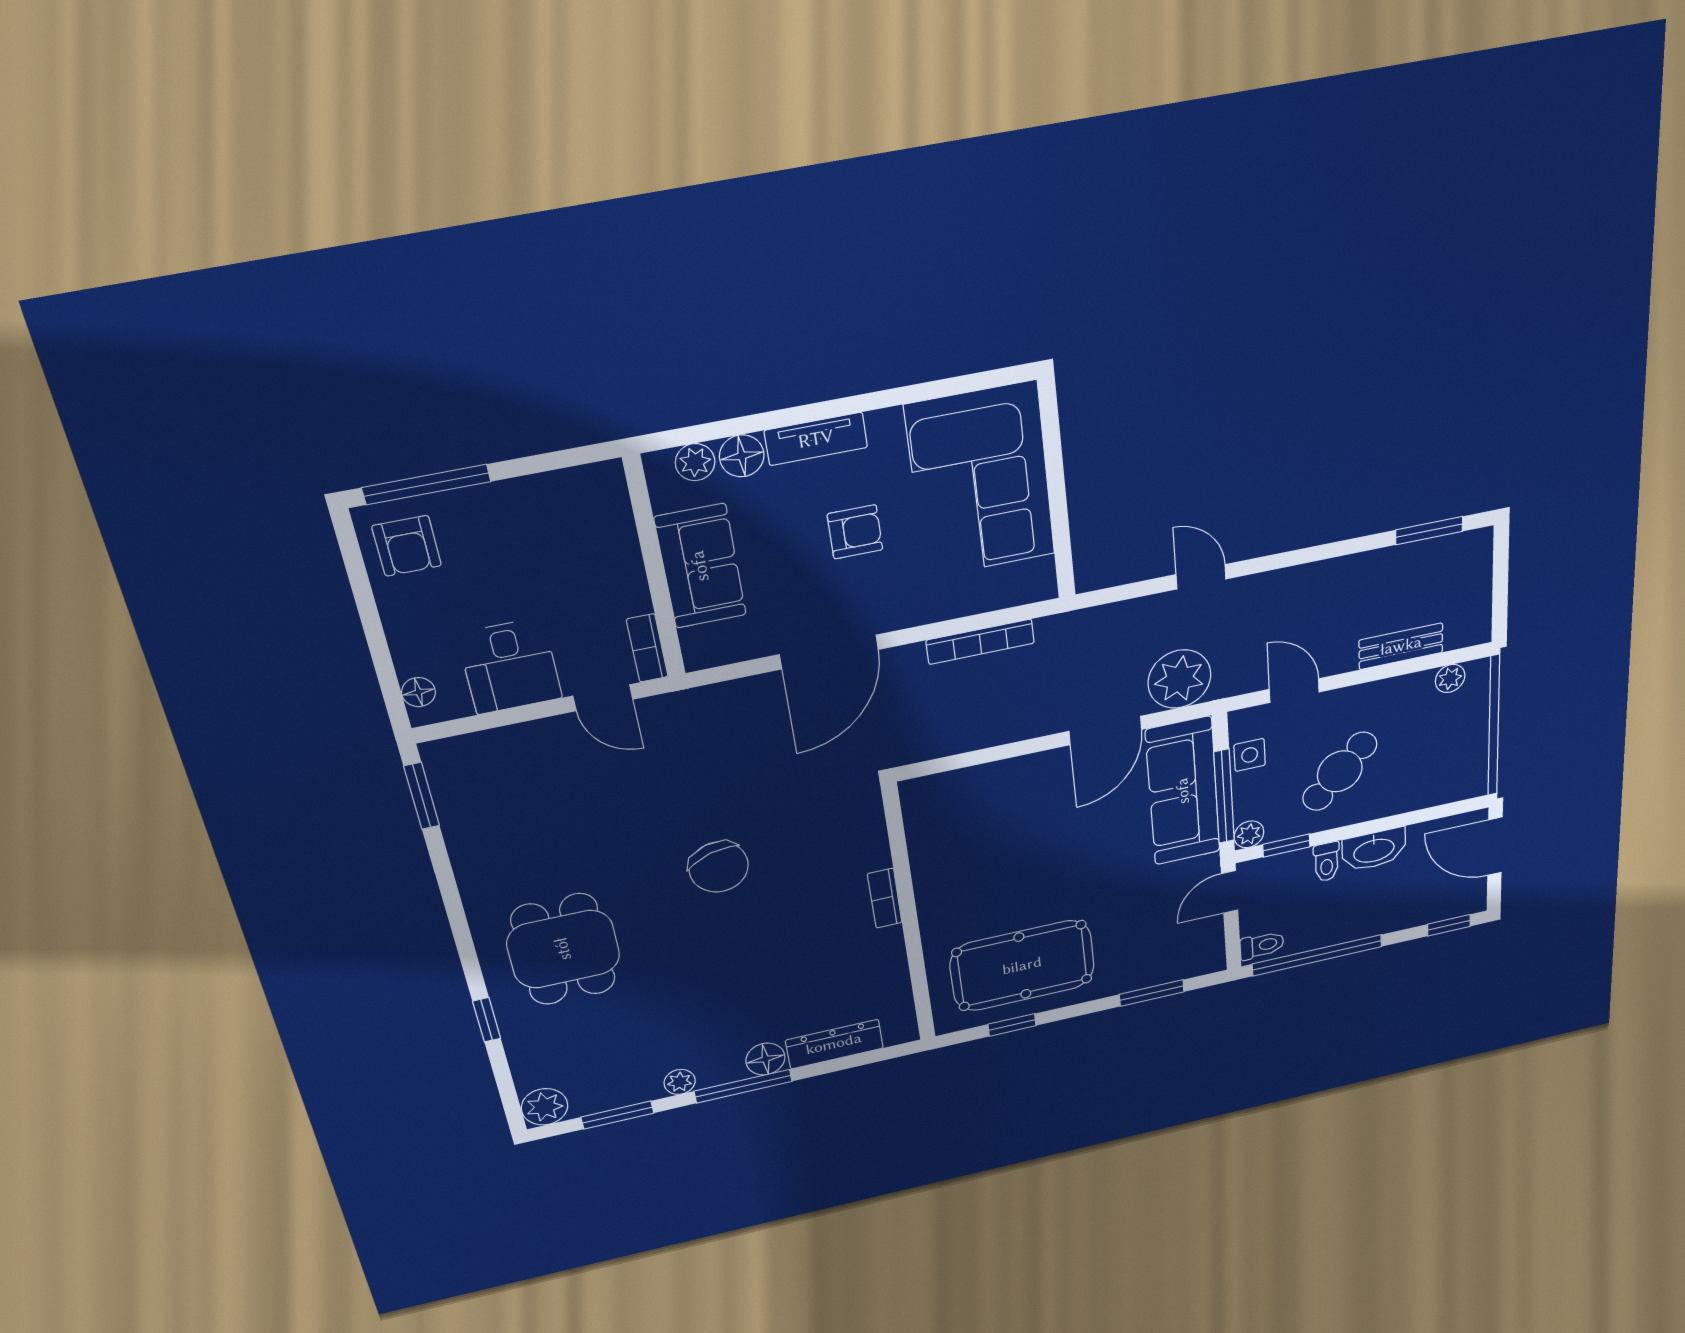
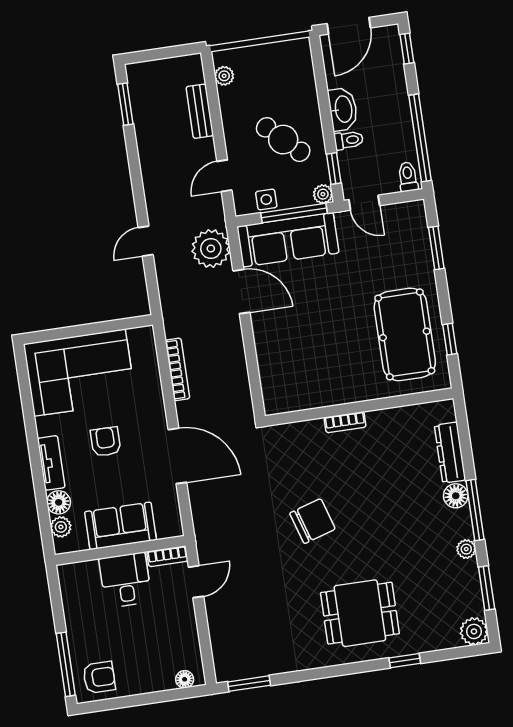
desk: (510, 666) -> (125, 580), moved, turned -90

